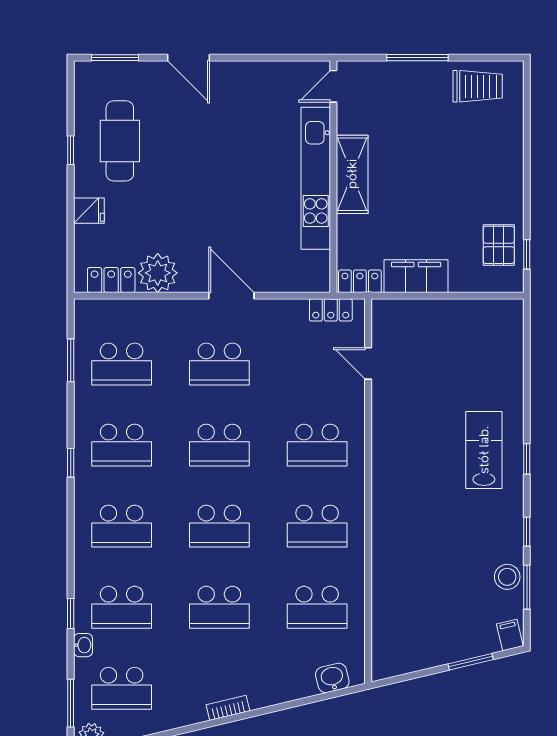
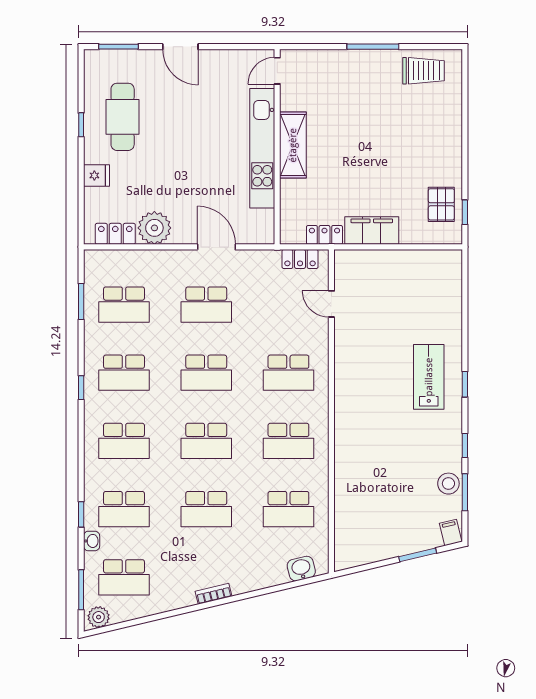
door: (333, 86) -> (277, 71), moved
shelving: (352, 174) -> (293, 145), moved
wall: (333, 177) -> (277, 147), moved
kitchen unit: (316, 178) -> (262, 148), moved

